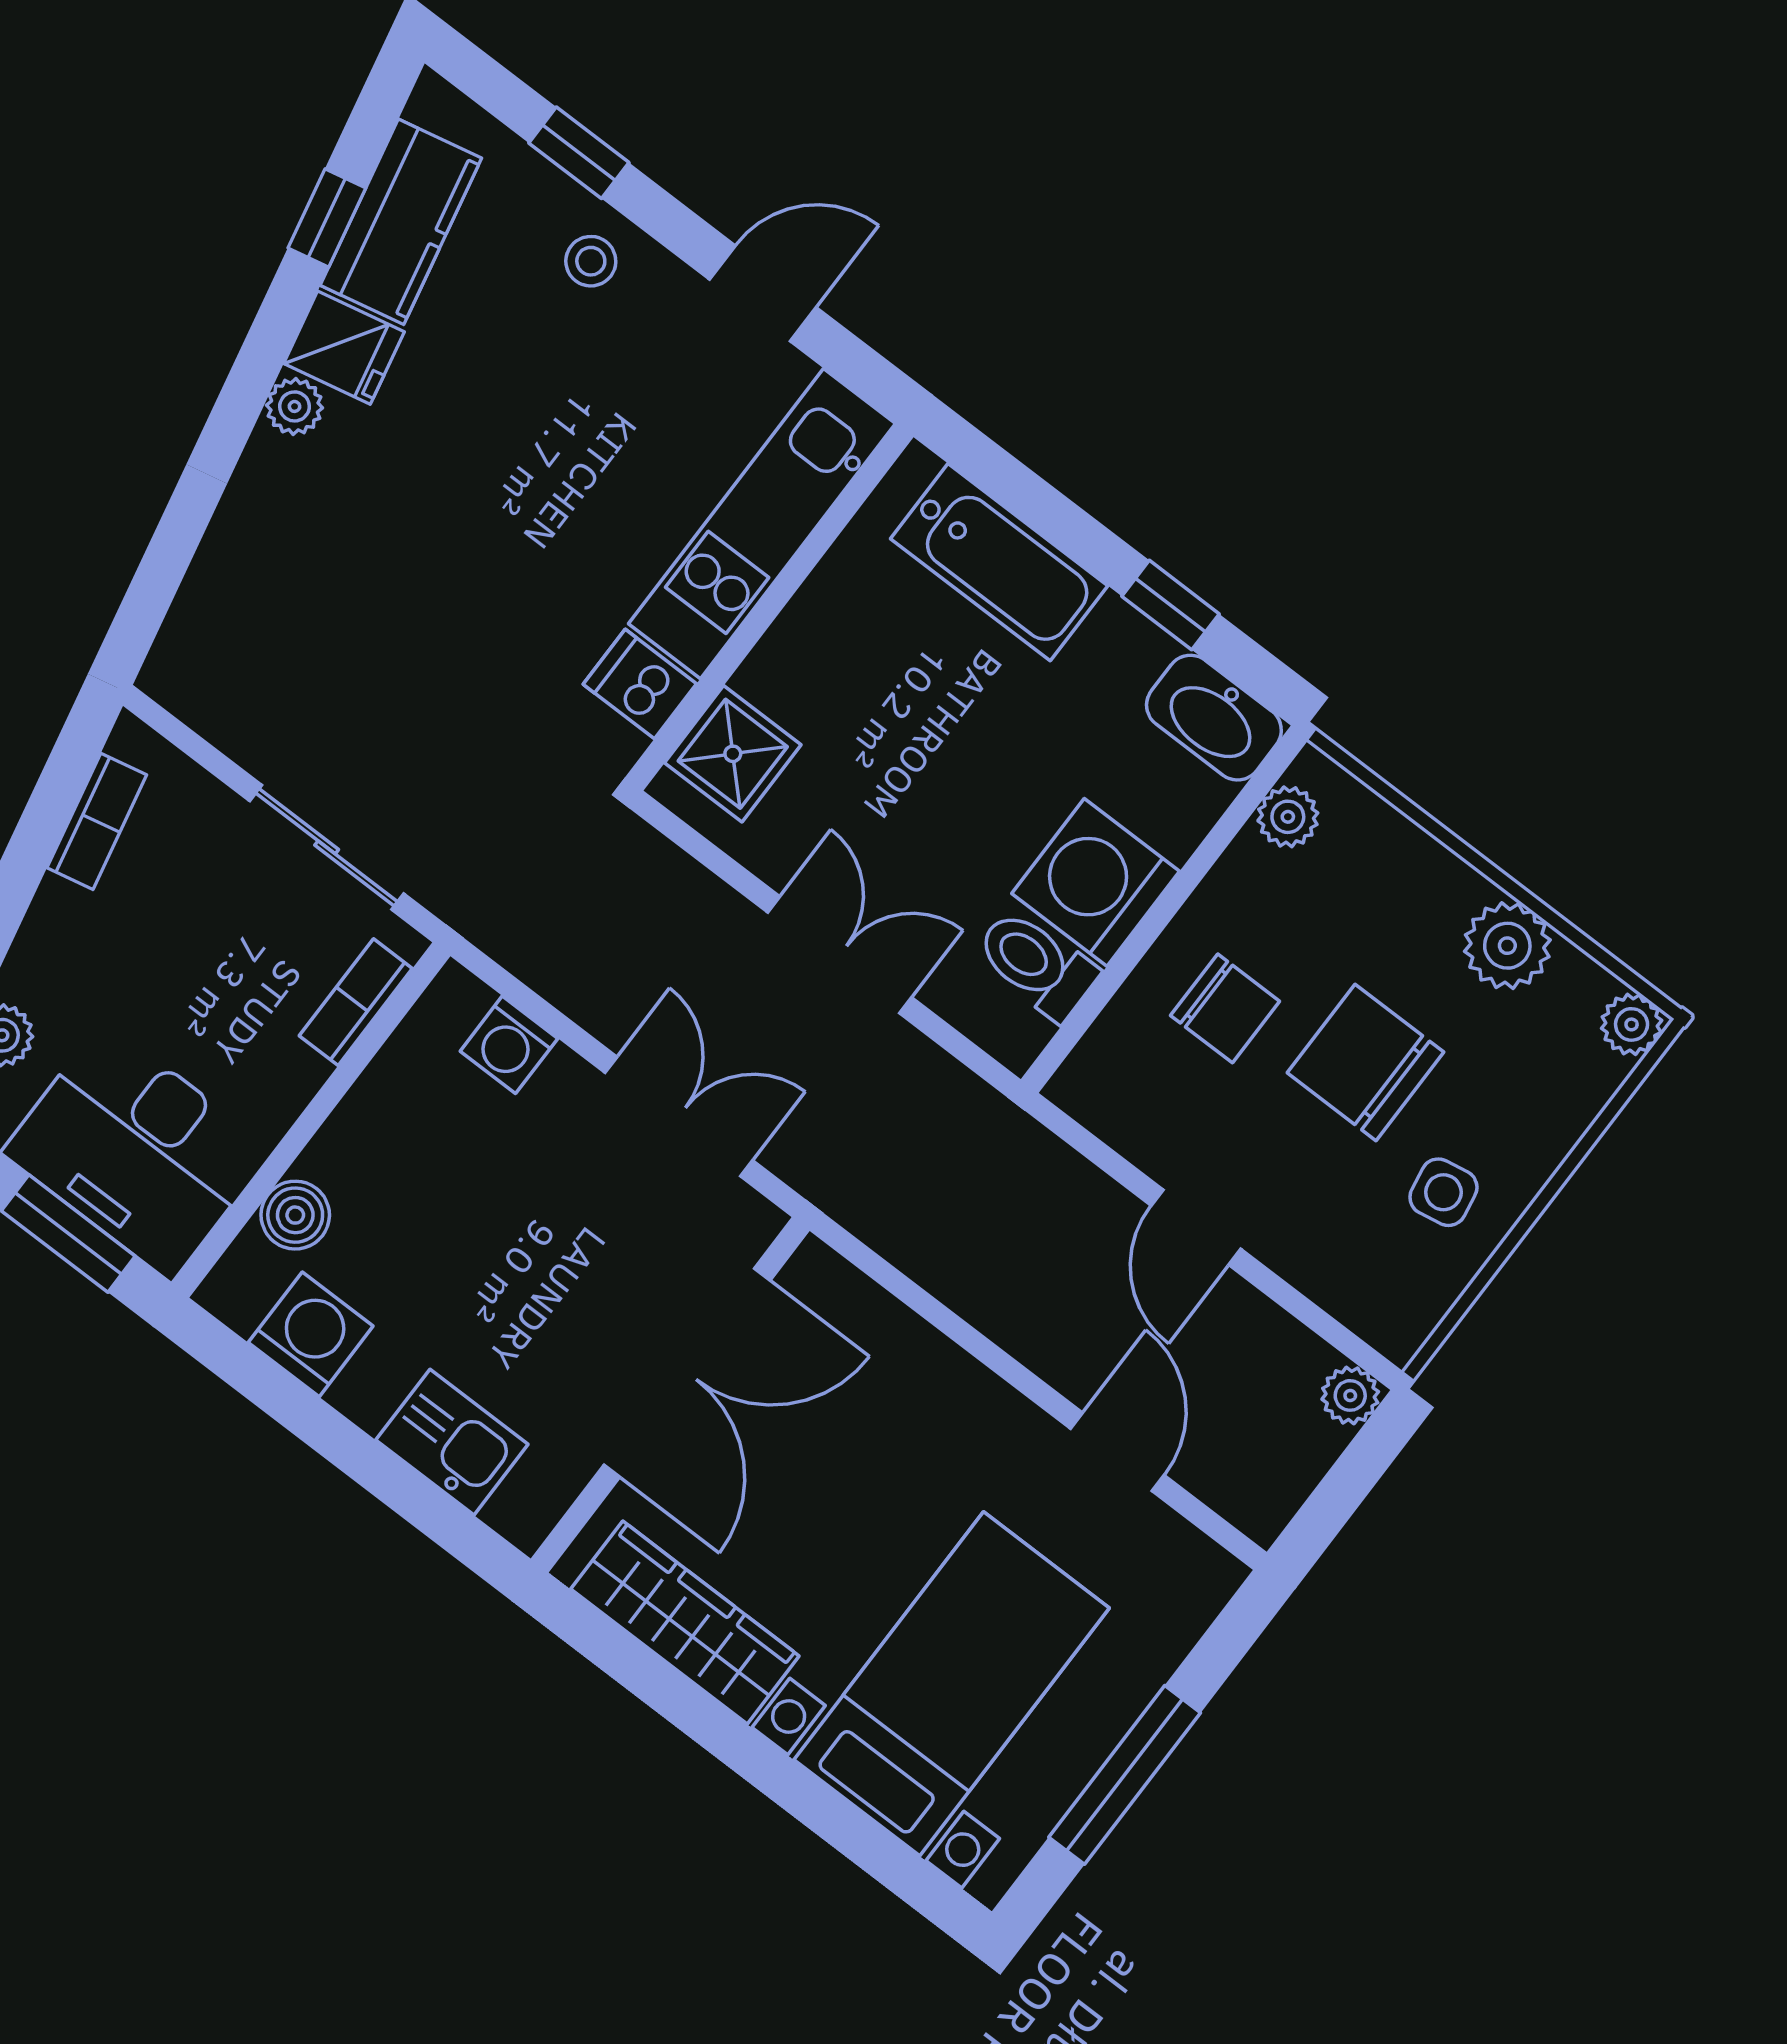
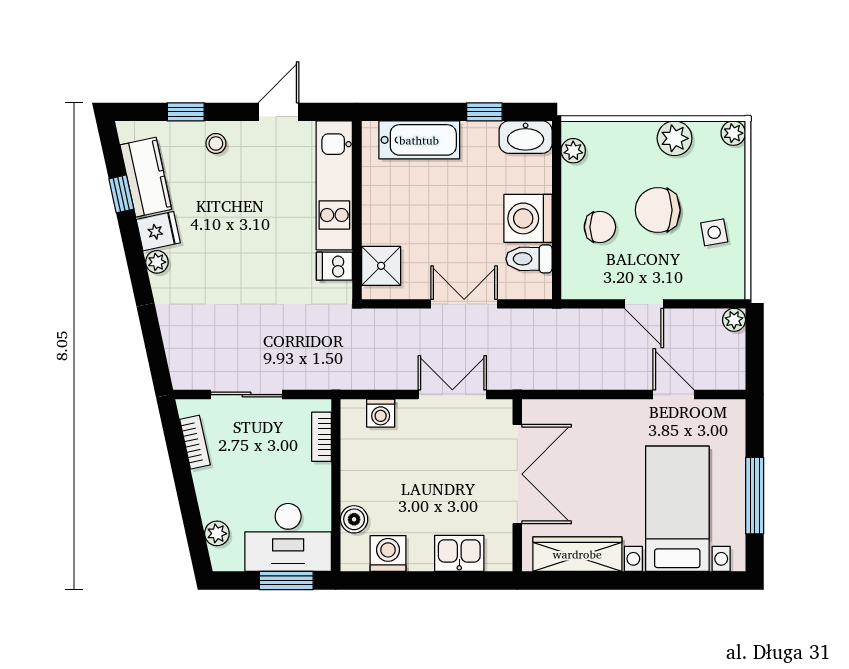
sliding door: (327, 847) -> (246, 395), moved

